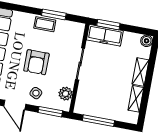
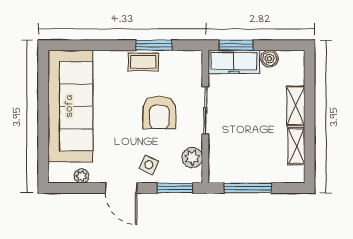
boiler: (147, 41) -> (270, 59), moved
armchair: (36, 62) -> (159, 113), moved

